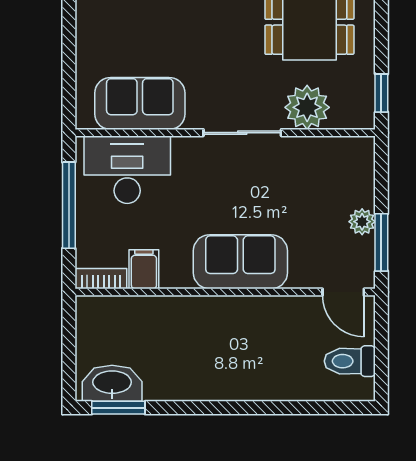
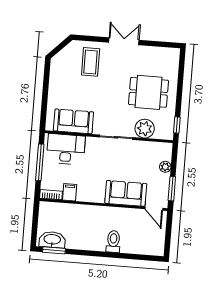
plant: (362, 222) -> (165, 167), moved
sofa: (240, 262) -> (126, 193), moved
toilet: (350, 361) -> (113, 241), moved, turned 90

